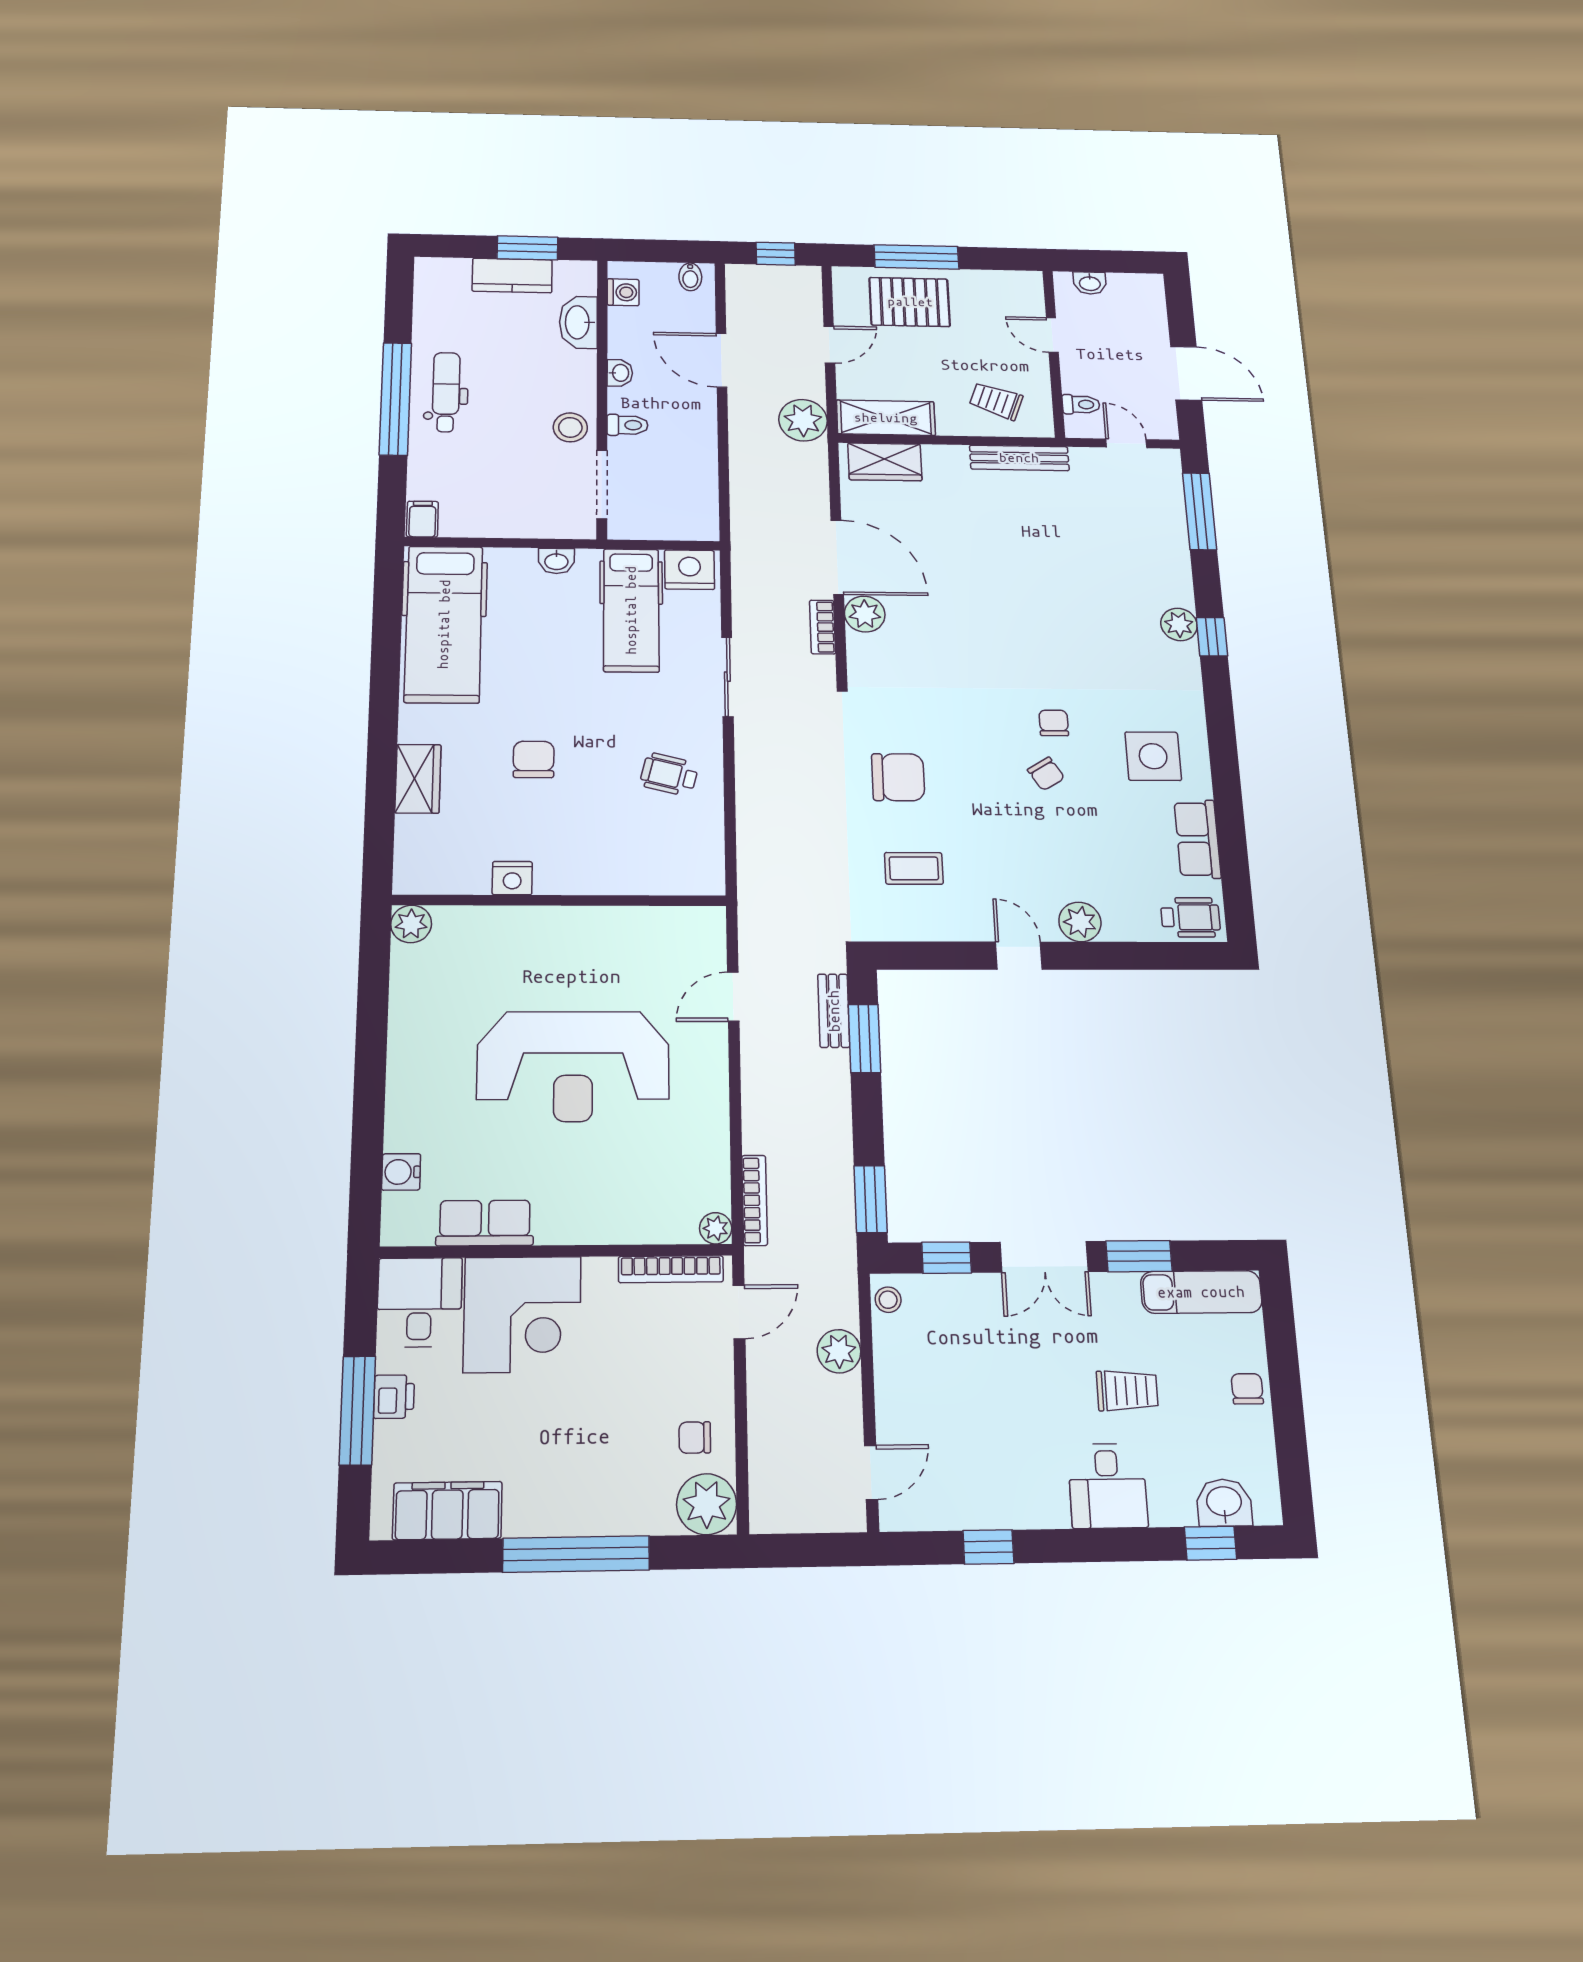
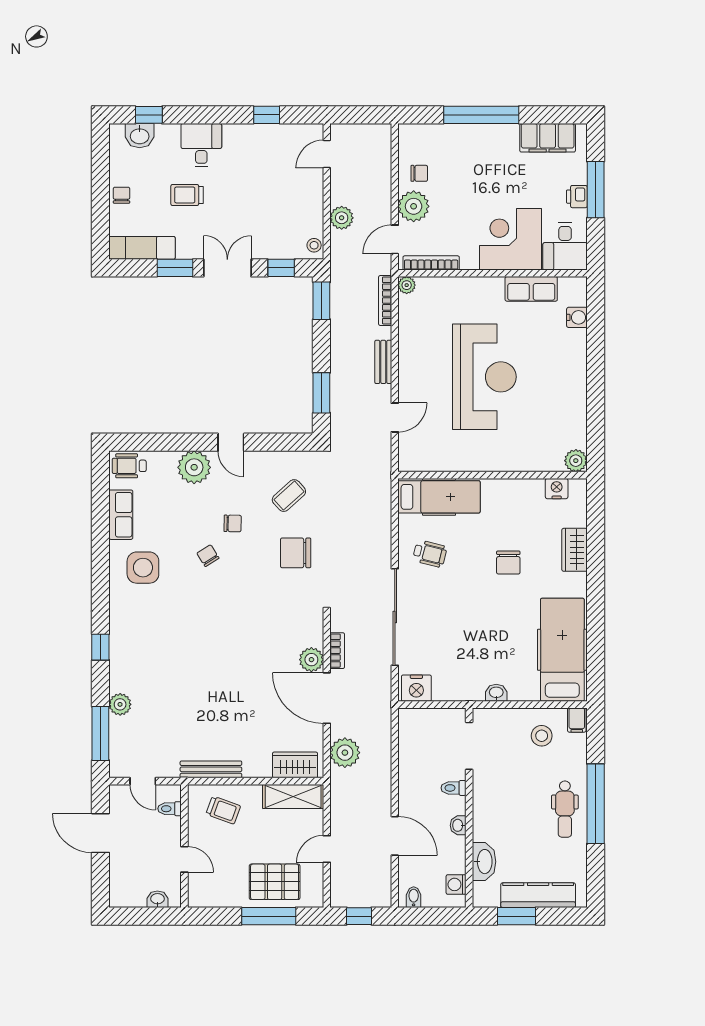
kitchen counter: (512, 275) -> (538, 895), width x1.50
plant: (803, 420) -> (345, 753), moved
stool: (570, 427) -> (542, 736), moved
hospital bed: (631, 610) -> (439, 497), moved, turned 90
plant: (1179, 624) -> (120, 704), moved
sliding door: (727, 677) -> (395, 617), width x1.86
chair: (1054, 723) -> (233, 523), moved, turned -89
coffee table: (914, 868) -> (289, 496), turned -42
nightstand: (512, 878) -> (557, 489), moved
plant: (1080, 922) -> (194, 467), width x1.36, depth x1.36
bench: (834, 1011) -> (383, 362), moved
reception desk: (573, 1066) -> (484, 377), turned 90
chair: (1247, 1389) -> (121, 195), turned 180
plant: (707, 1504) -> (414, 206), moved

